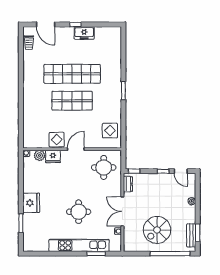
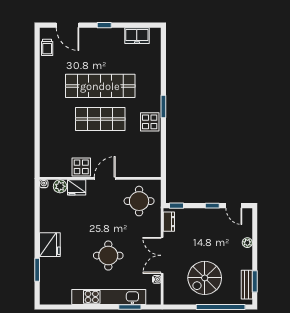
freezer: (84, 33) -> (137, 36), moved
display table: (110, 131) -> (150, 122), moved

